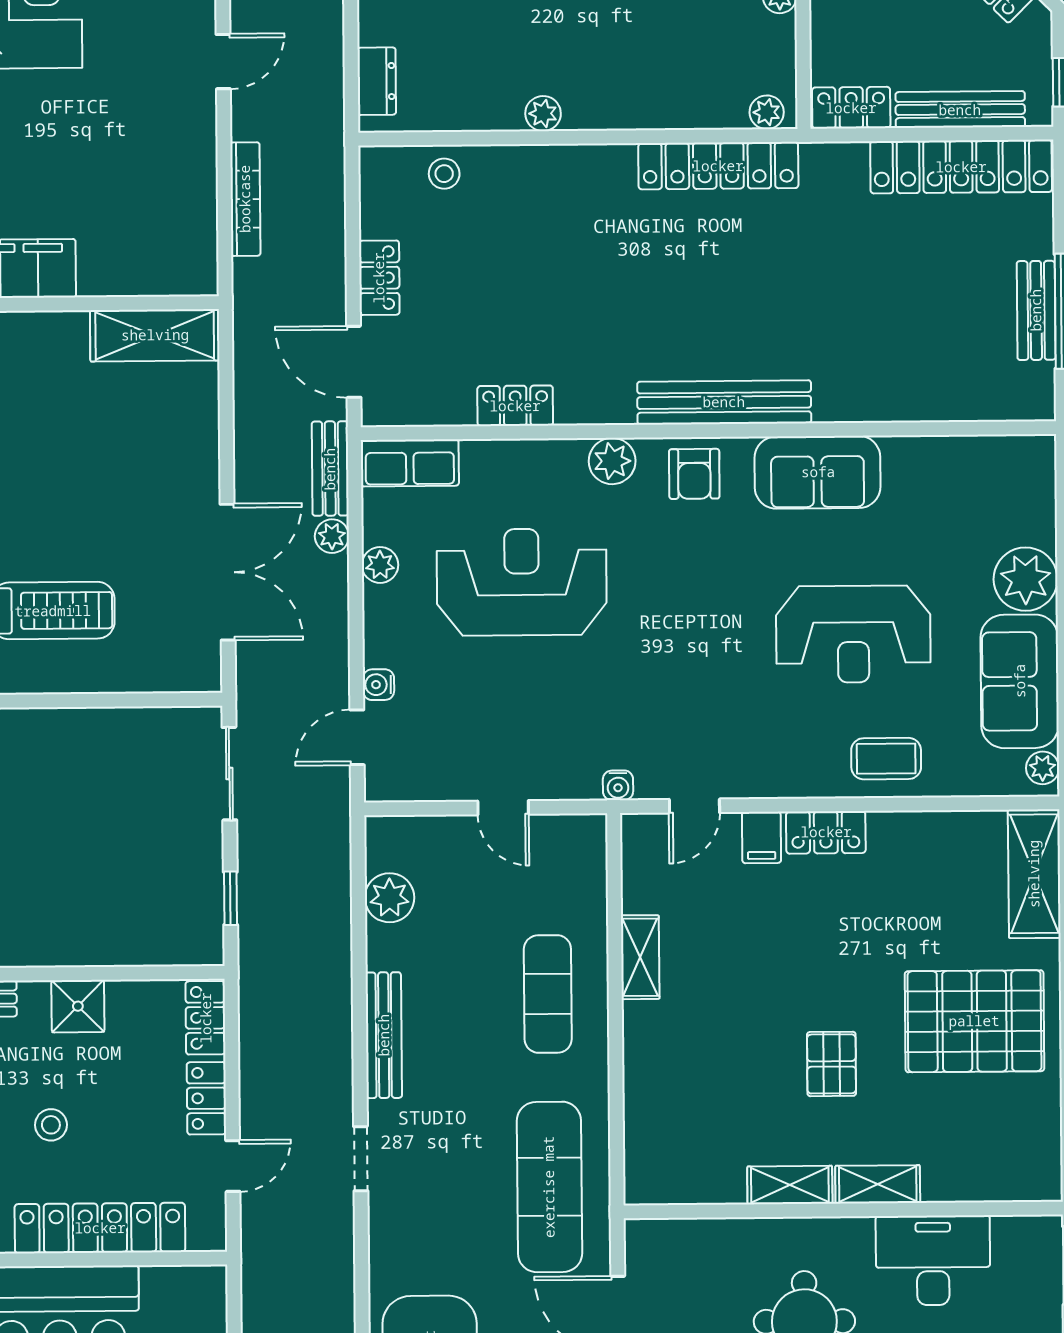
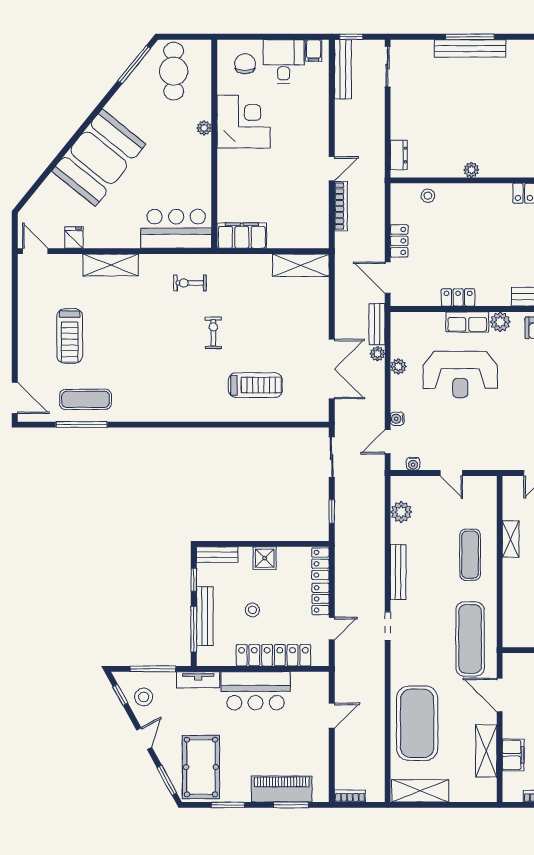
door: (223, 61) -> (332, 169), moved
row of seats: (410, 463) -> (467, 322), moved
reception desk: (522, 582) -> (460, 374), turned 180
water cooler: (618, 785) -> (413, 464), moved

